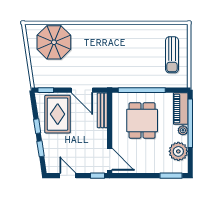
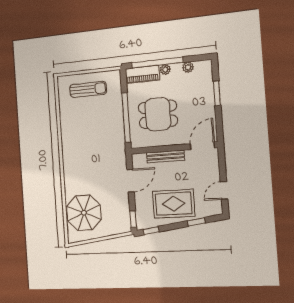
bench: (102, 110) -> (165, 156), moved
rug: (58, 114) -> (174, 204), moved
window: (37, 126) -> (151, 231), moved
plant: (178, 151) -> (188, 67), width x0.53, depth x0.53
window: (97, 176) -> (222, 158), removed
window: (171, 176) -> (217, 93), moved

